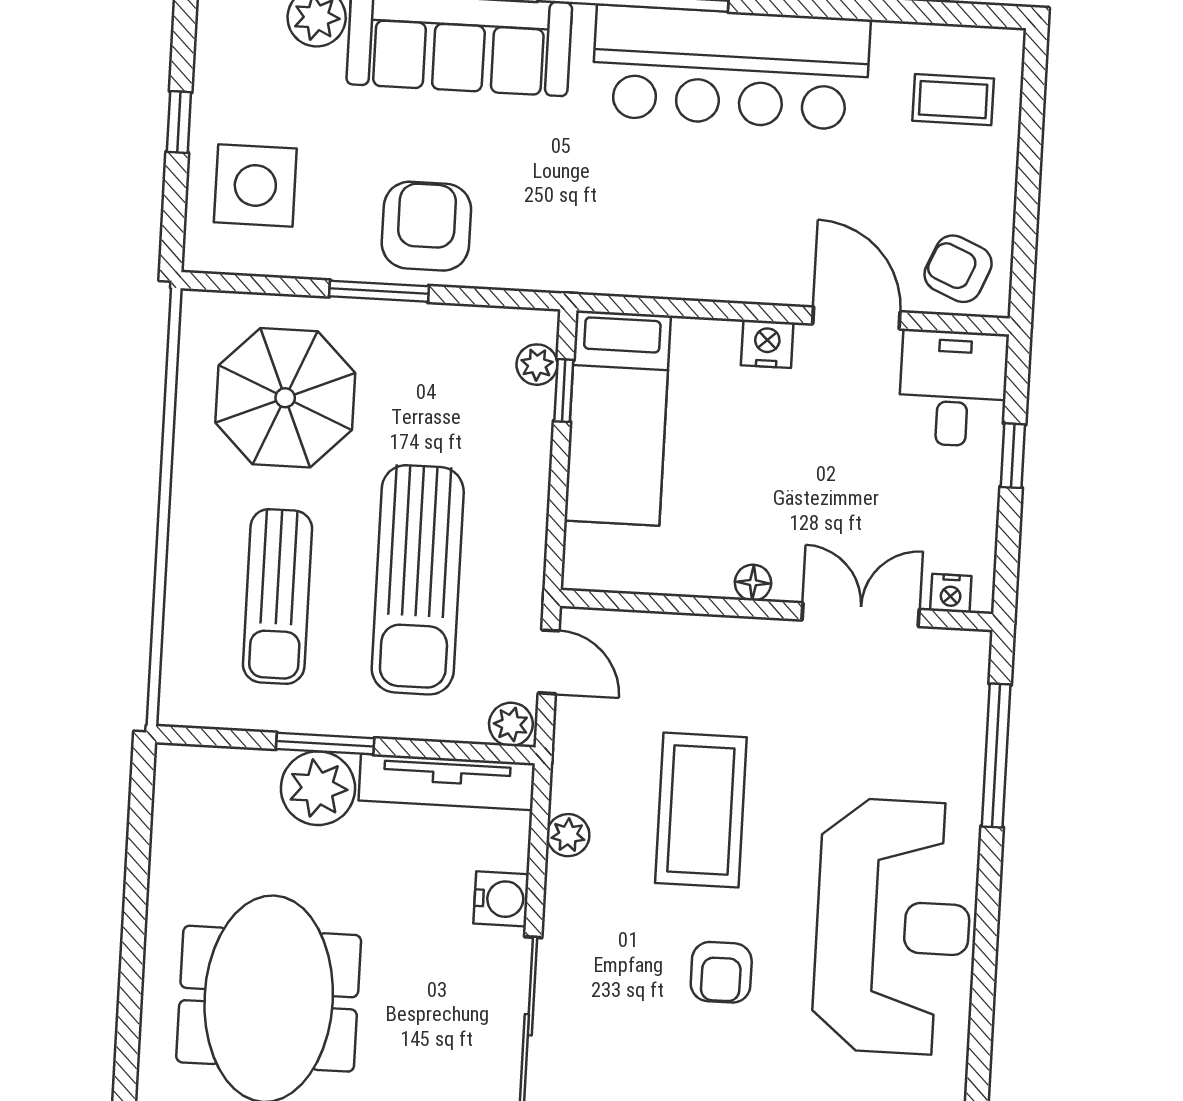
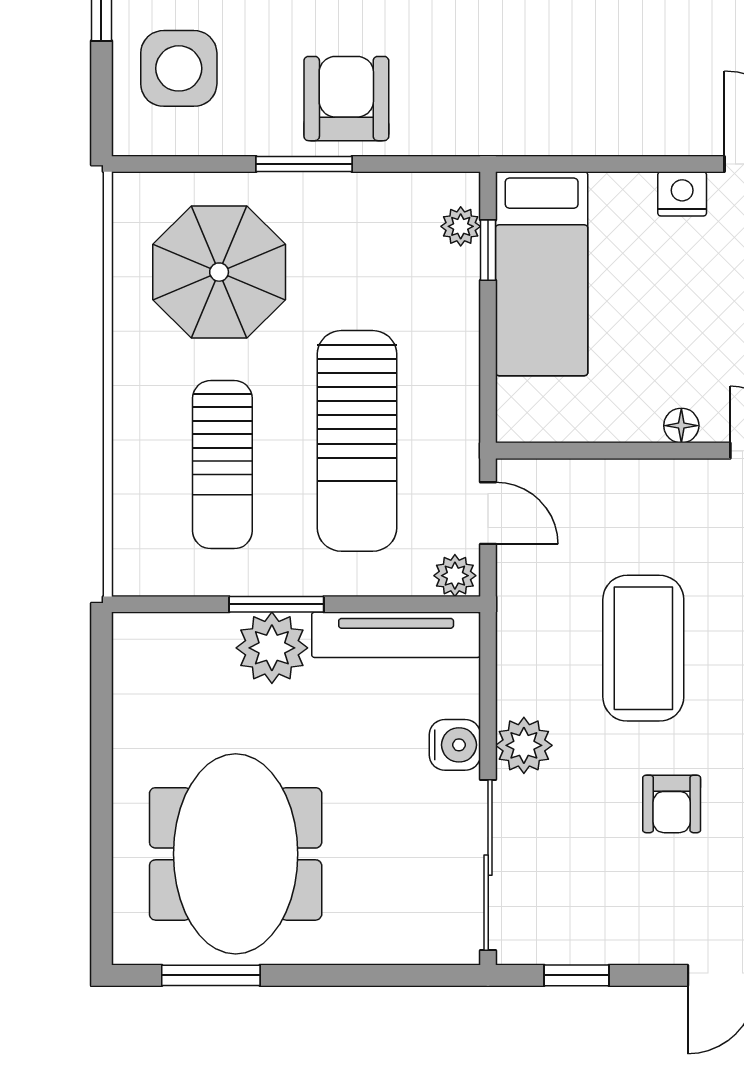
plant: (568, 835) -> (524, 745), moved, width x1.38, depth x1.38

